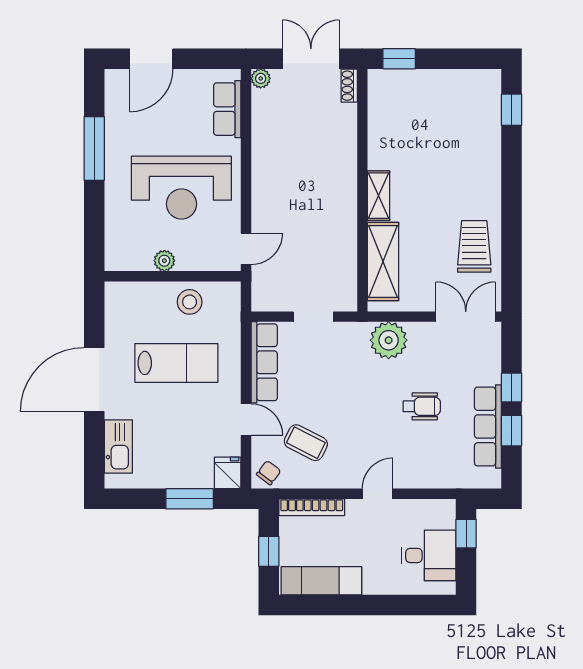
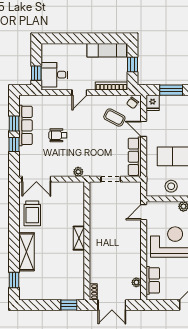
plant: (261, 78) -> (136, 282), moved
shelving: (383, 262) -> (27, 252), moved
plant: (389, 340) -> (78, 172), width x0.53, depth x0.53
desk: (429, 555) -> (54, 75), moved

